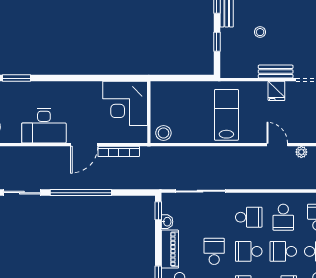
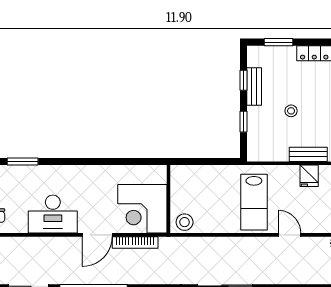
corner desk: (125, 103) -> (142, 209), moved
lab bench: (226, 115) -> (254, 202), turned 180
door: (277, 145) -> (289, 235), moved

